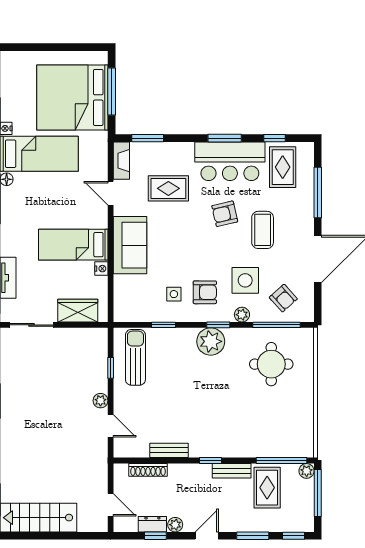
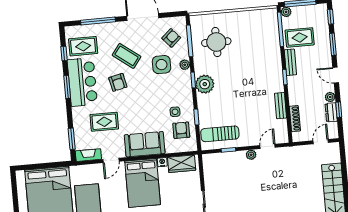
window: (112, 92) -> (42, 166), removed
rug: (168, 188) -> (104, 122), turned 90
coffee table: (263, 230) -> (127, 56), turned 37
bed: (73, 245) -> (143, 183), width x1.50
armchair: (205, 292) -> (181, 130), moved
wardrobe: (78, 311) -> (182, 164), moved, turned -90

